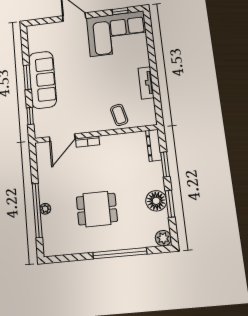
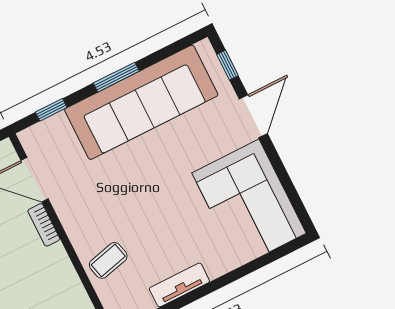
window: (120, 11) -> (227, 65), moved
sofa: (42, 80) -> (141, 102), width x1.36, depth x1.27

